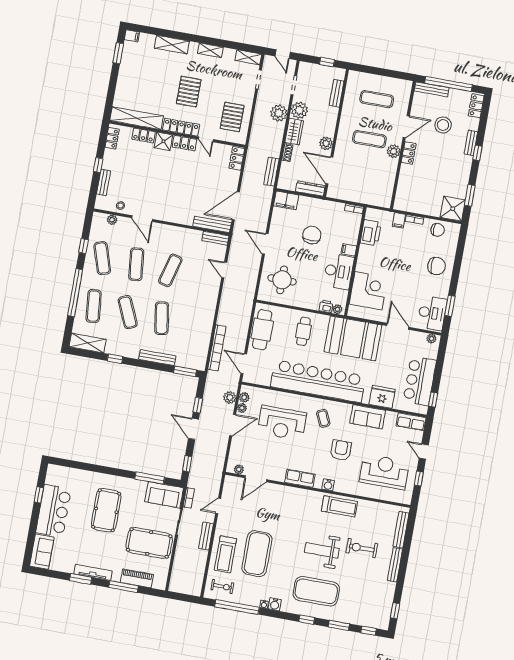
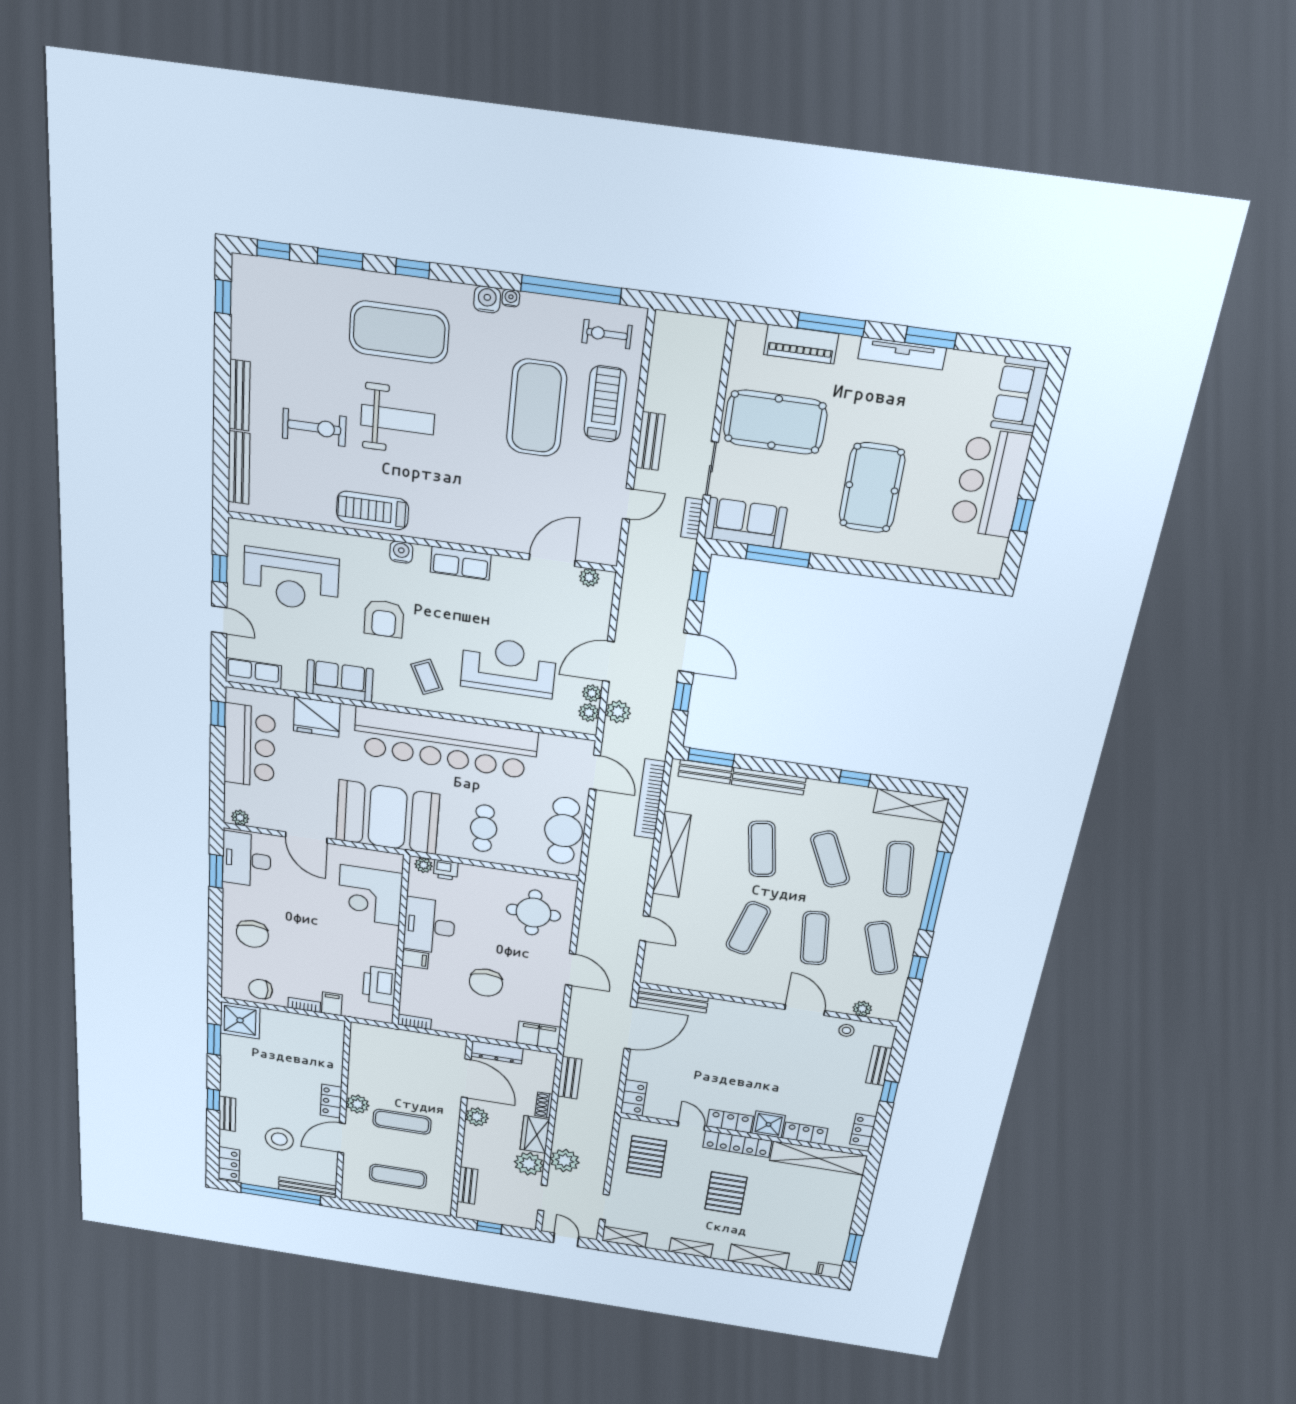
bench: (215, 238) -> (705, 772), moved
chair: (436, 266) -> (252, 934), turned -90
shelving: (208, 315) -> (672, 855), added

